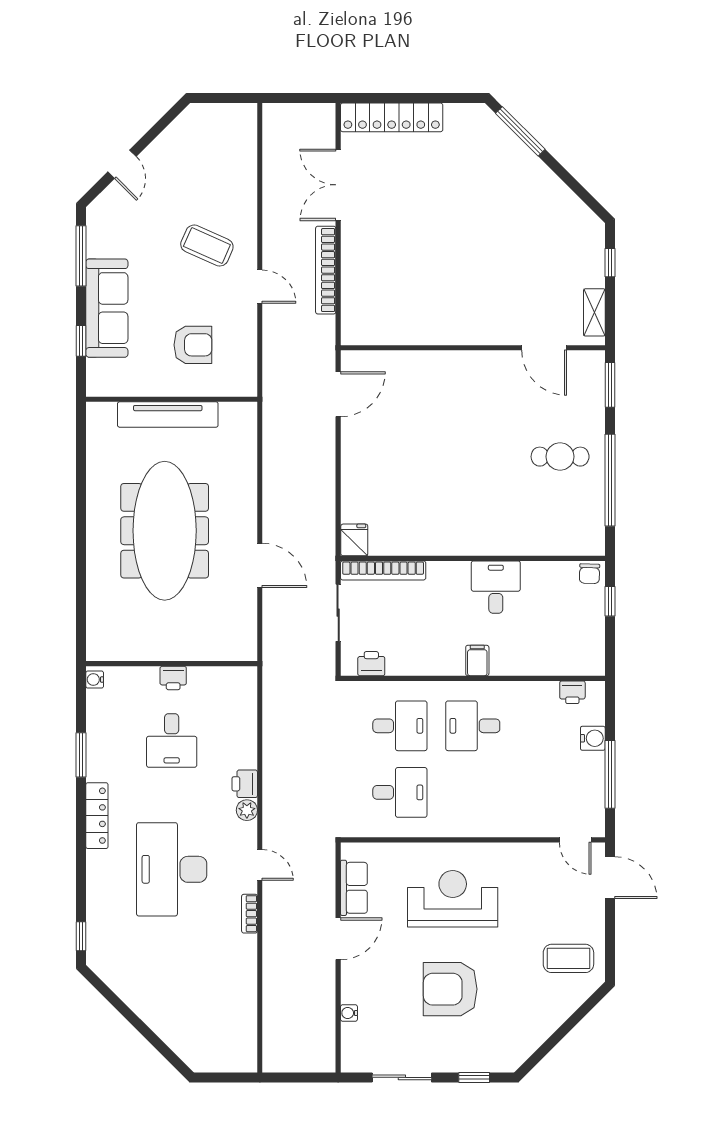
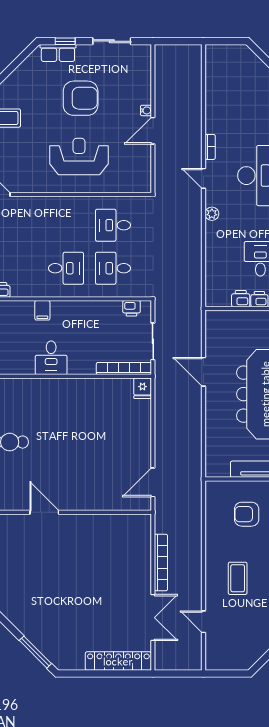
coffee table: (207, 246) -> (238, 578), turned 66
door: (260, 287) -> (203, 622), moved
door: (544, 348) -> (44, 512), moved
filing cabinet: (477, 661) -> (42, 310), moved
printer: (245, 784) -> (241, 299), moved, turned -90
row of seats: (354, 888) -> (58, 53), moved, turned -90
reception desk: (453, 899) -> (79, 157), turned 180
water cooler: (349, 1013) -> (146, 110), moved

